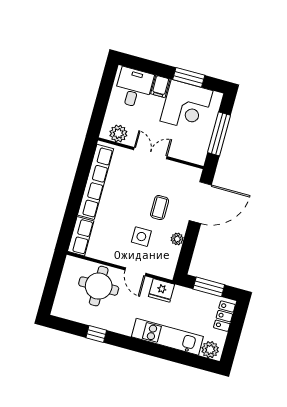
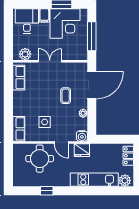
row of seats: (96, 182) -> (19, 78), width x0.50
side table: (141, 237) -> (45, 122), moved
water cooler: (167, 271) -> (82, 136), added
window: (209, 287) -> (113, 139), removed

